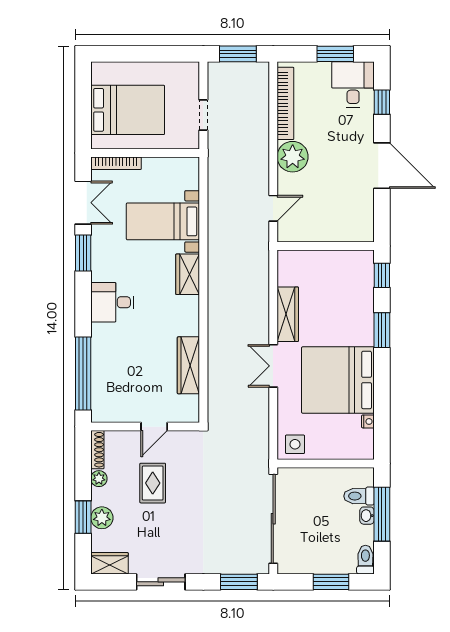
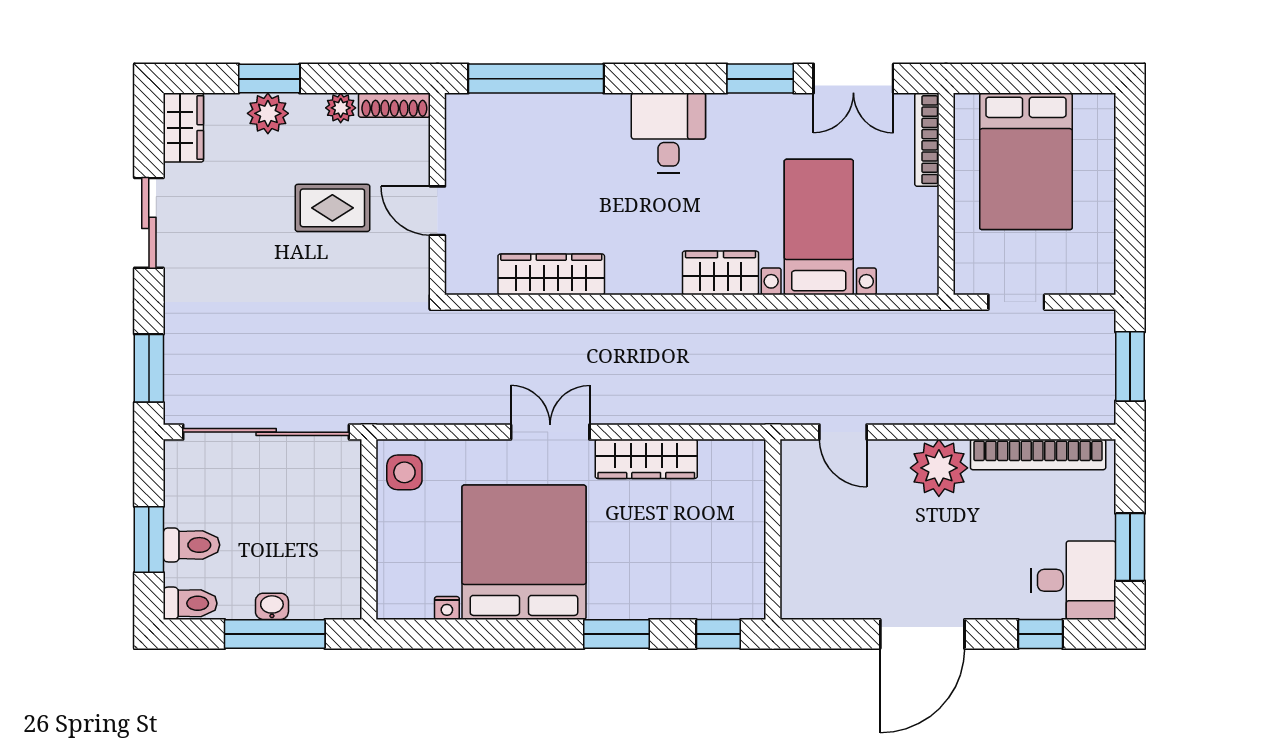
toilet: (359, 496) -> (191, 545), moved, turned 90

